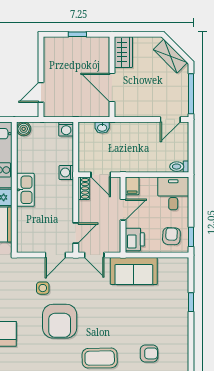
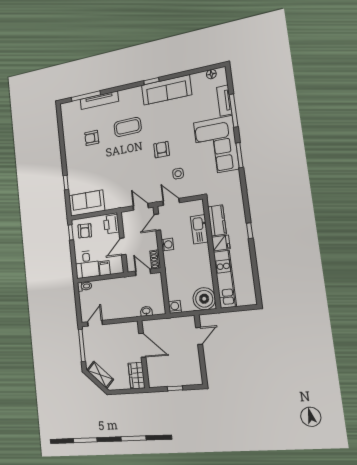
boiler: (24, 129) -> (204, 299), width x1.86, depth x1.86
washing machine: (66, 172) -> (167, 245), moved
filing cabinet: (132, 186) -> (105, 268), moved
kitchen sink: (25, 190) -> (199, 229), moved
door: (55, 255) -> (171, 202), hinge flipped
sofa: (134, 271) -> (87, 203), moved
armchair: (60, 321) -> (162, 150), width x0.53, depth x0.53

